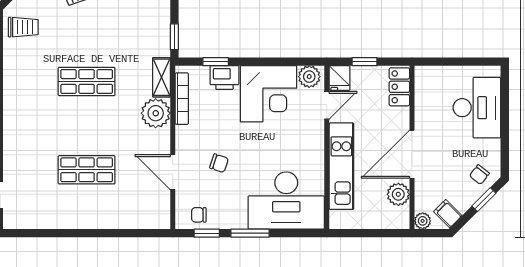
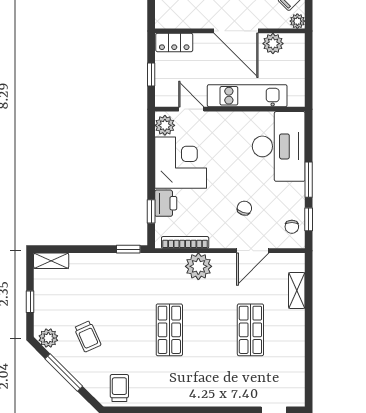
shelving: (161, 77) -> (297, 290), moved, turned 90
fridge: (340, 78) -> (166, 97), removed

